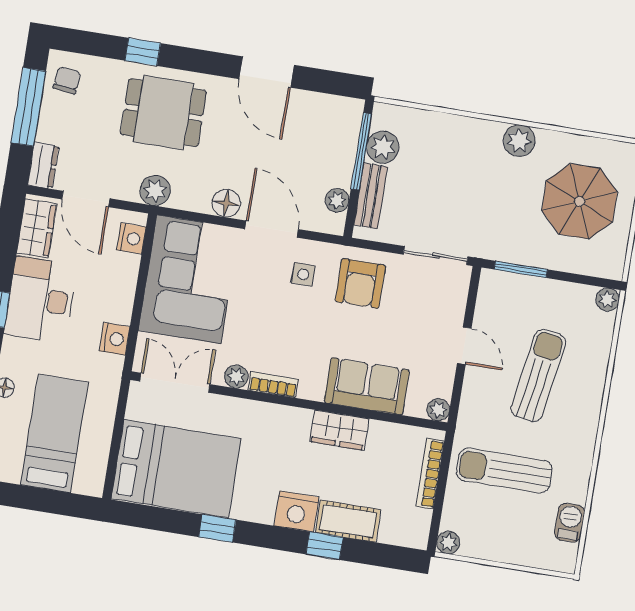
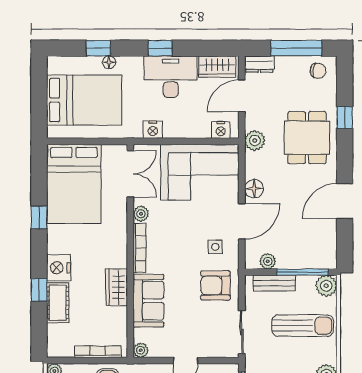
plant: (383, 147) -> (326, 286), moved
sun lounger: (441, 164) -> (303, 326), added
bookcase: (273, 385) -> (140, 248), width x1.56
bed: (54, 433) -> (84, 100), width x1.50

